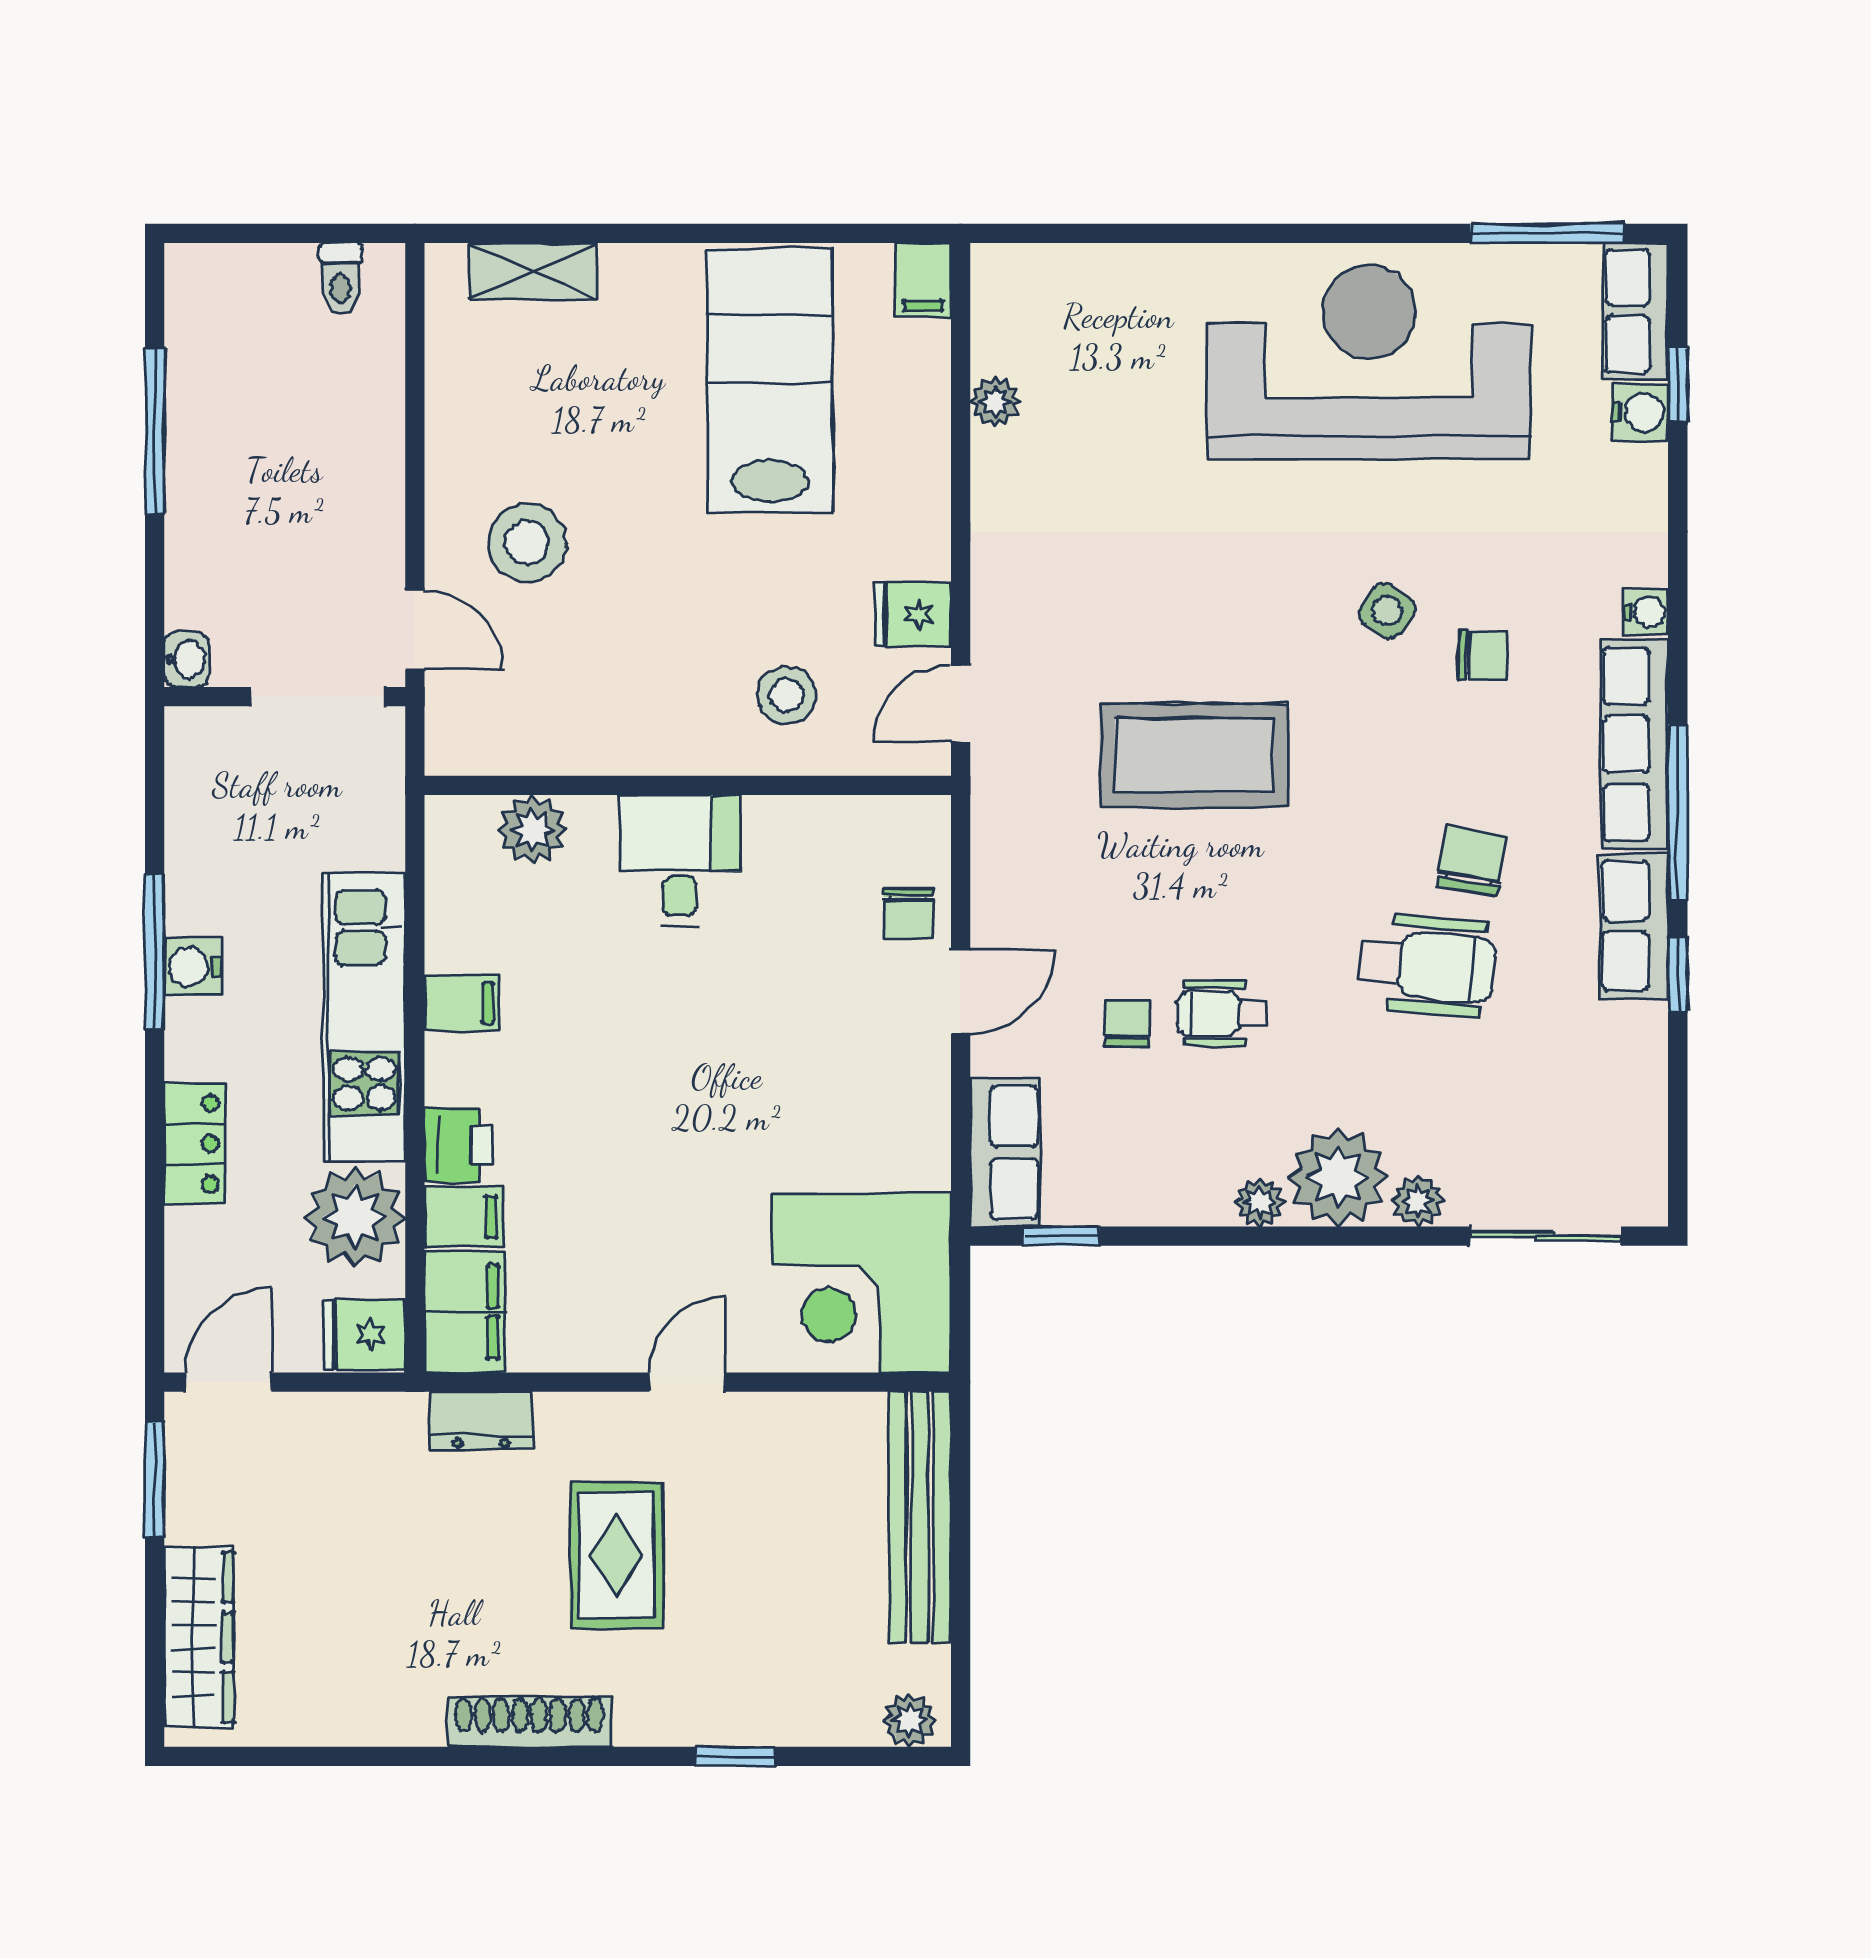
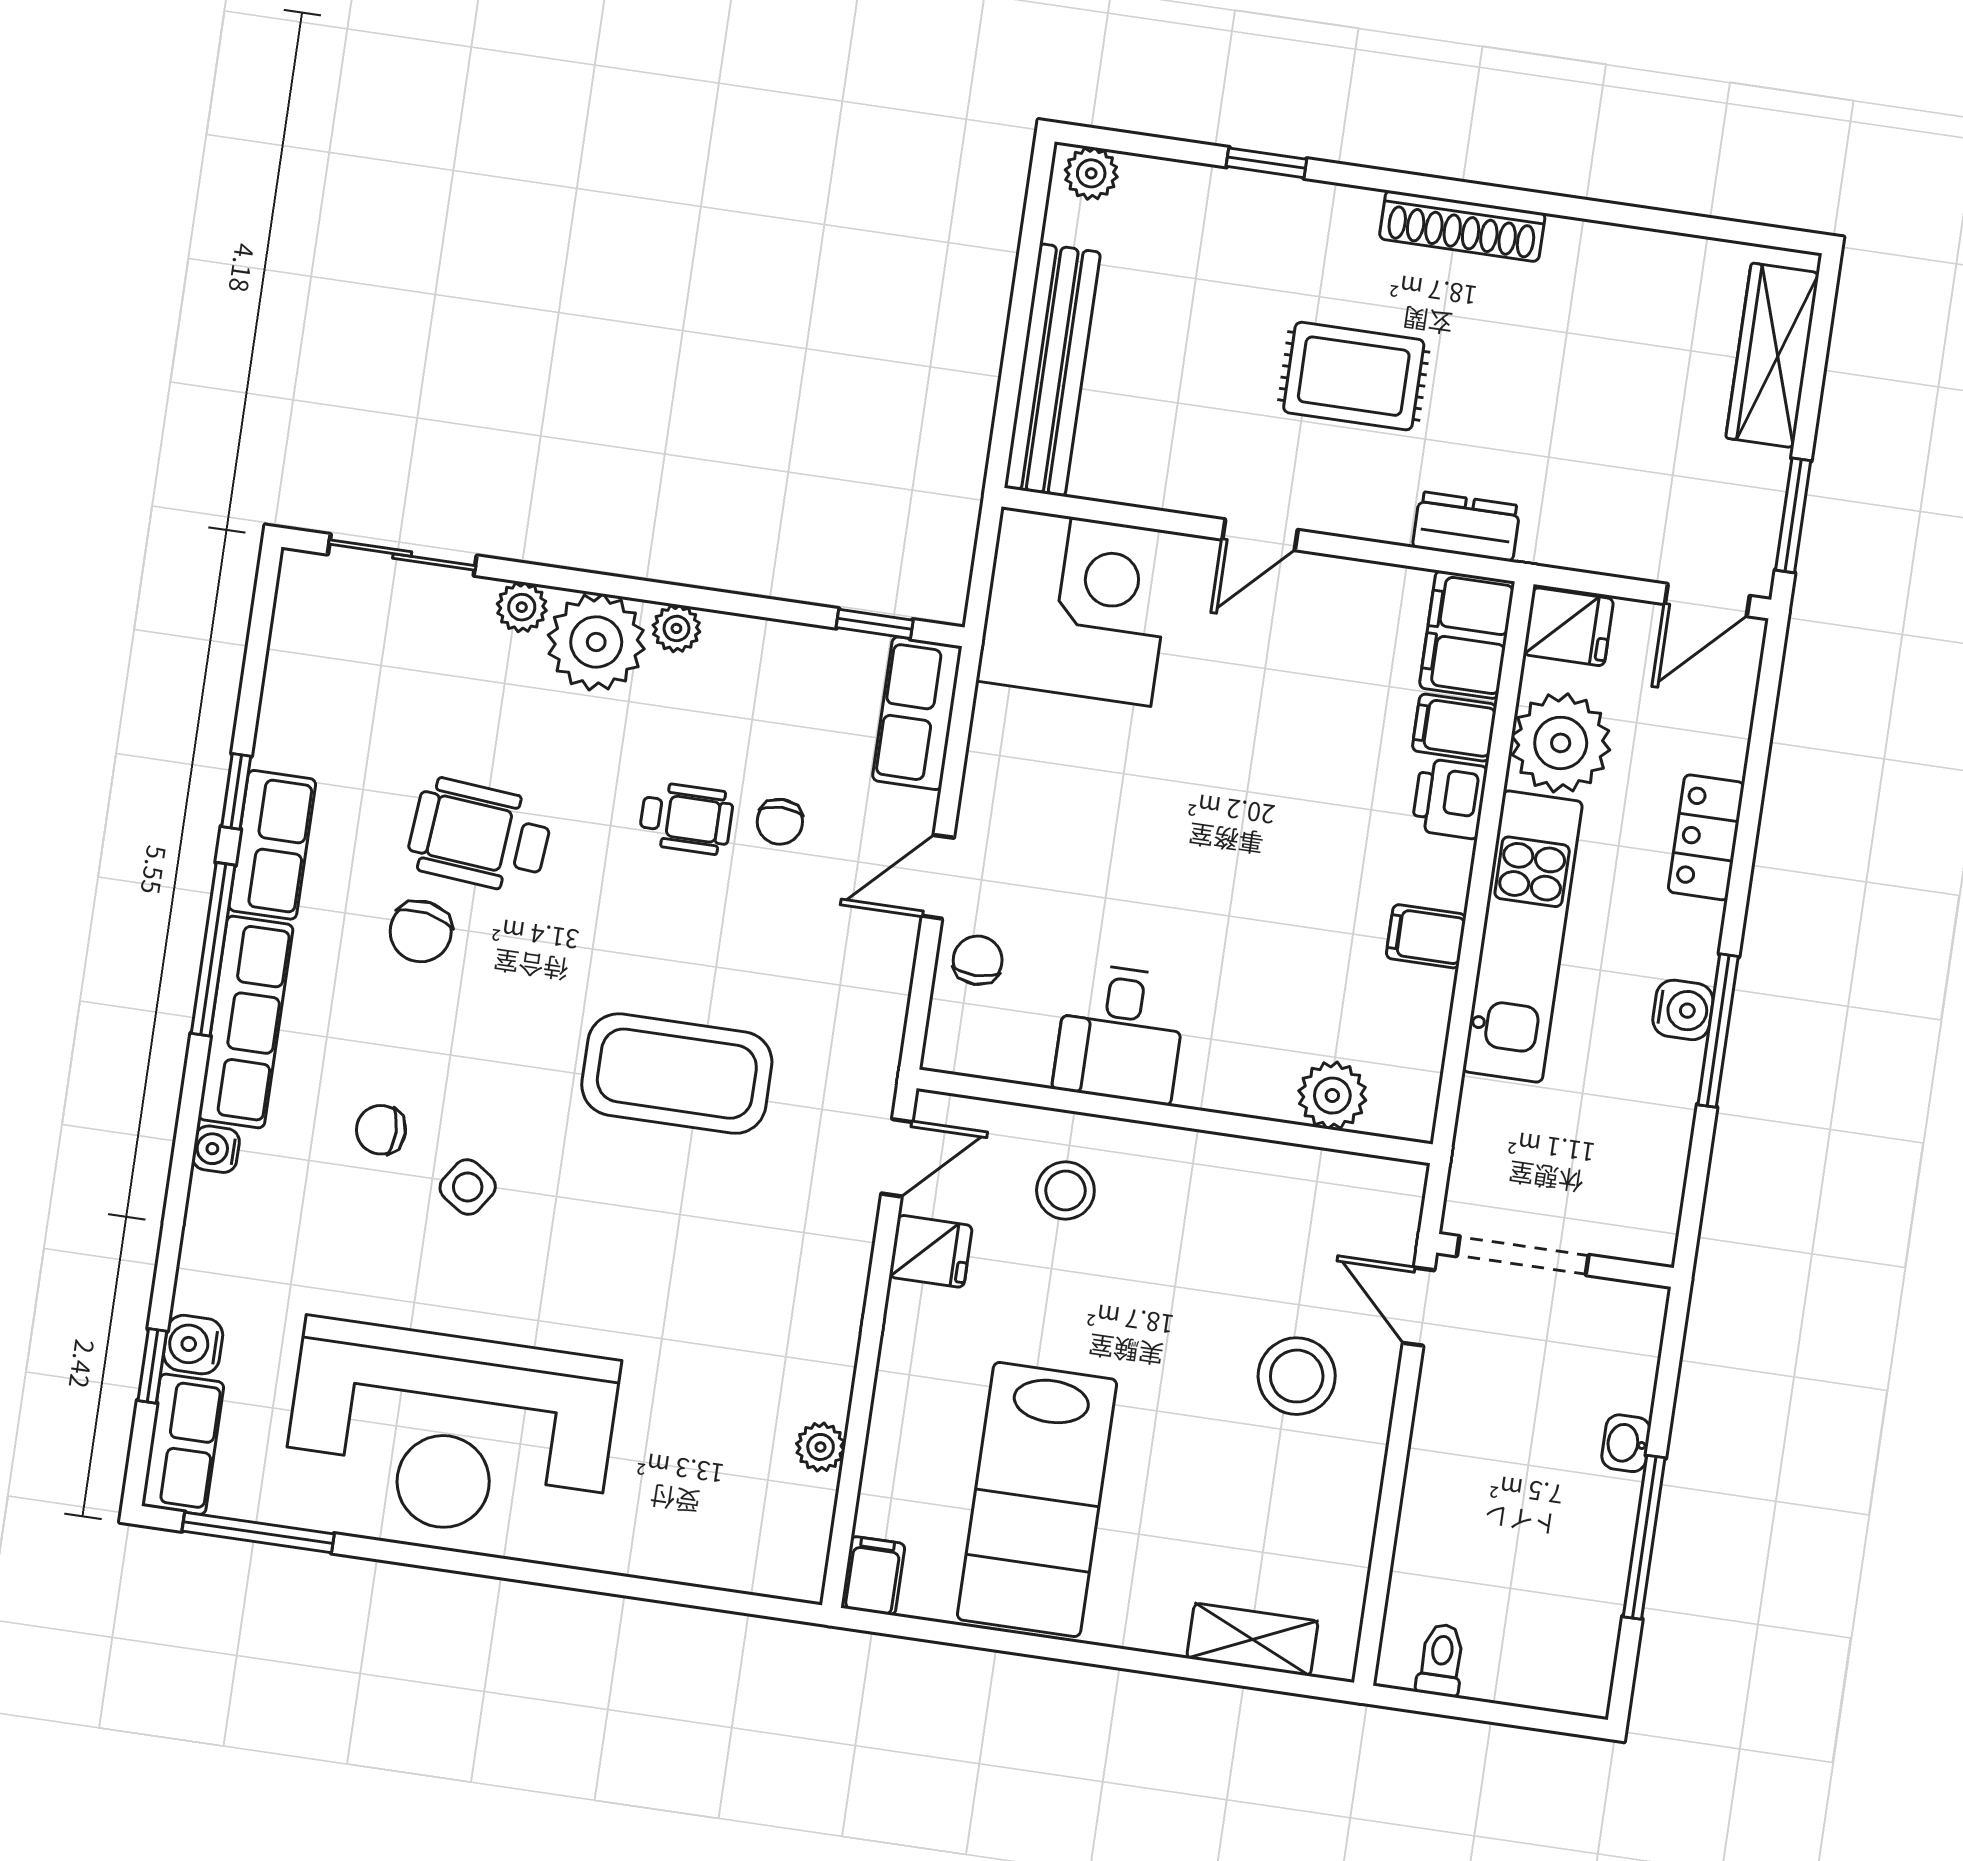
washbasin: (187, 659) -> (1626, 1443), moved
desk: (680, 861) -> (1120, 1034), moved
rug: (616, 1555) -> (1354, 376), turned 90

